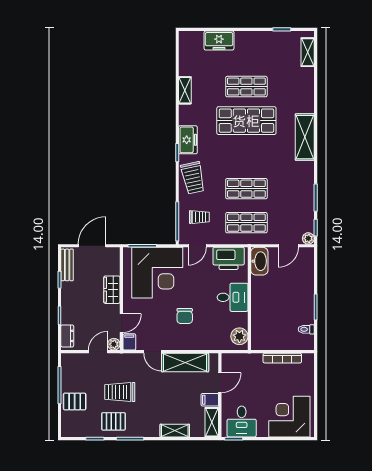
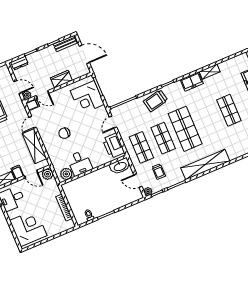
shop shelf: (246, 121) -> (185, 129), moved
shelving: (305, 137) -> (205, 165), width x1.47
freezer: (188, 140) -> (192, 82), moved
trolley: (199, 217) -> (159, 171), moved
door: (197, 246) -> (113, 122), hinge flipped
corner desk: (157, 273) -> (87, 98), width x0.74, depth x0.74
desk: (233, 297) -> (80, 163), moved
plant: (229, 361) -> (48, 174), added

